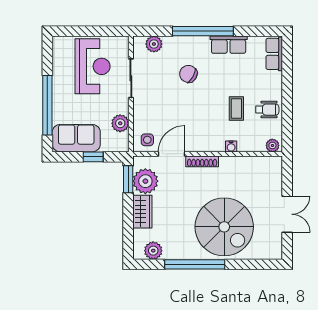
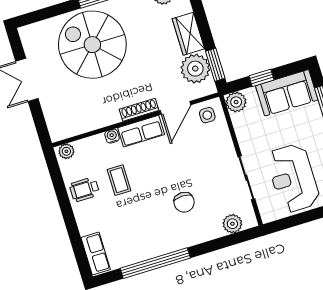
window: (203, 31) -> (155, 263), moved
row of seats: (229, 45) -> (141, 131), moved, turned 180
chair: (188, 74) -> (184, 202), turned 61
plant: (120, 123) -> (236, 102), moved

